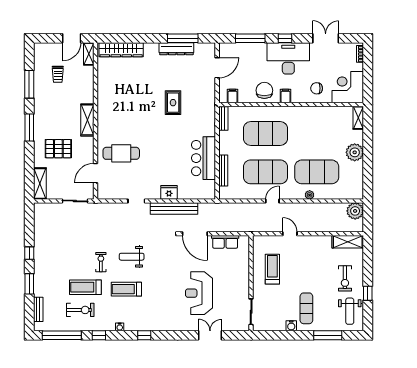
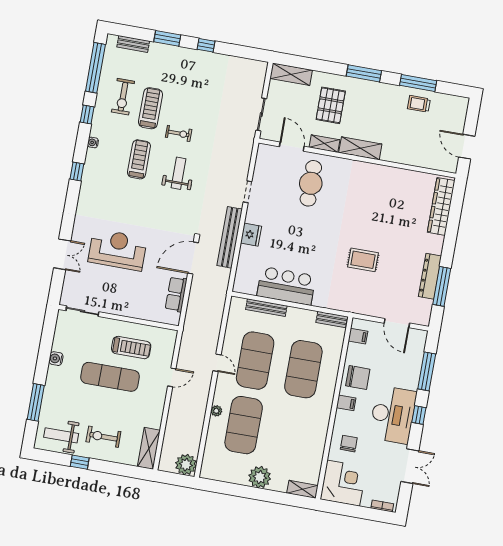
shelving: (89, 54) -> (324, 144), moved
trolley: (58, 74) -> (419, 104), moved
exercise mat: (306, 308) -> (110, 377), moved, width x1.36, depth x1.45

